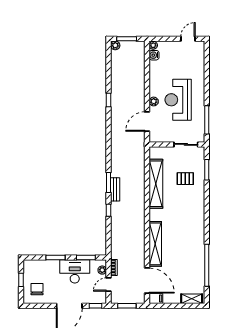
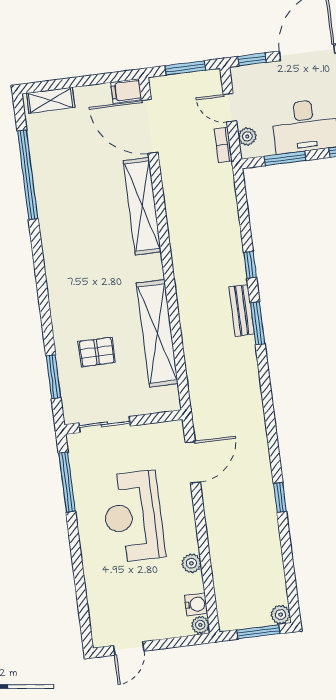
reception desk: (178, 100) -> (133, 517), turned 180
plant: (154, 101) -> (191, 563), moved
door: (109, 284) -> (230, 108), swing flipped

